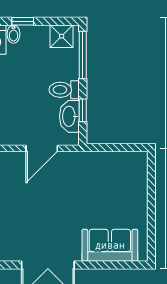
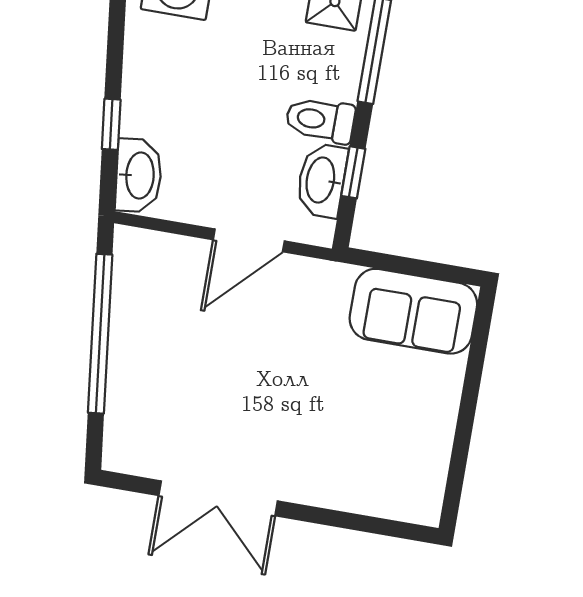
sofa: (110, 245) -> (413, 311), moved, turned 180

